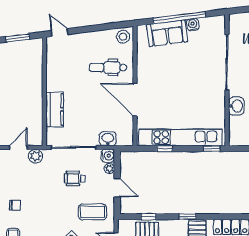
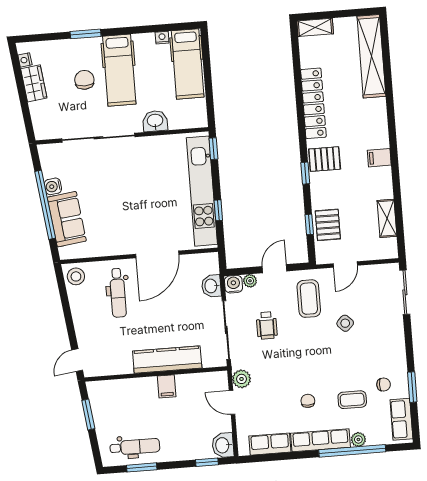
filing cabinet: (34, 99) -> (167, 386), added
kitchen counter: (55, 109) -> (167, 360), width x1.50

